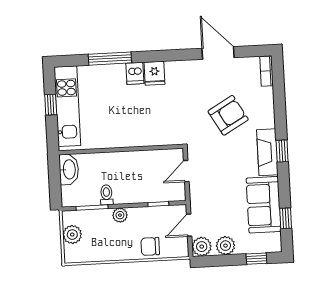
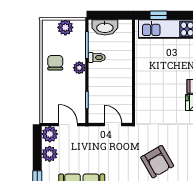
window: (51, 105) -> (159, 15), moved
washbasin: (69, 169) -> (105, 27), moved
chair: (150, 246) -> (55, 63), moved

